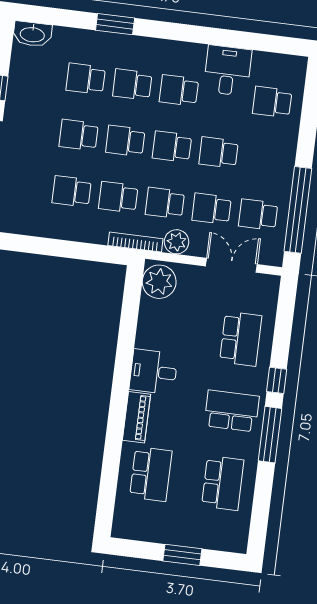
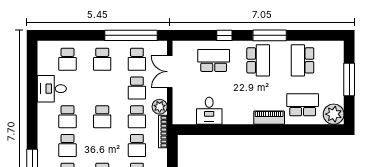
school desk: (125, 141) -> (102, 145), removed
school desk: (219, 152) -> (102, 59), moved
plant: (159, 282) -> (334, 114), moved
desk: (154, 372) -> (209, 111), moved
window: (277, 380) -> (224, 35), moved
school desk: (232, 411) -> (258, 60), turned 180
school desk: (223, 483) -> (303, 60), turned -90
window: (182, 555) -> (349, 79), width x1.44

